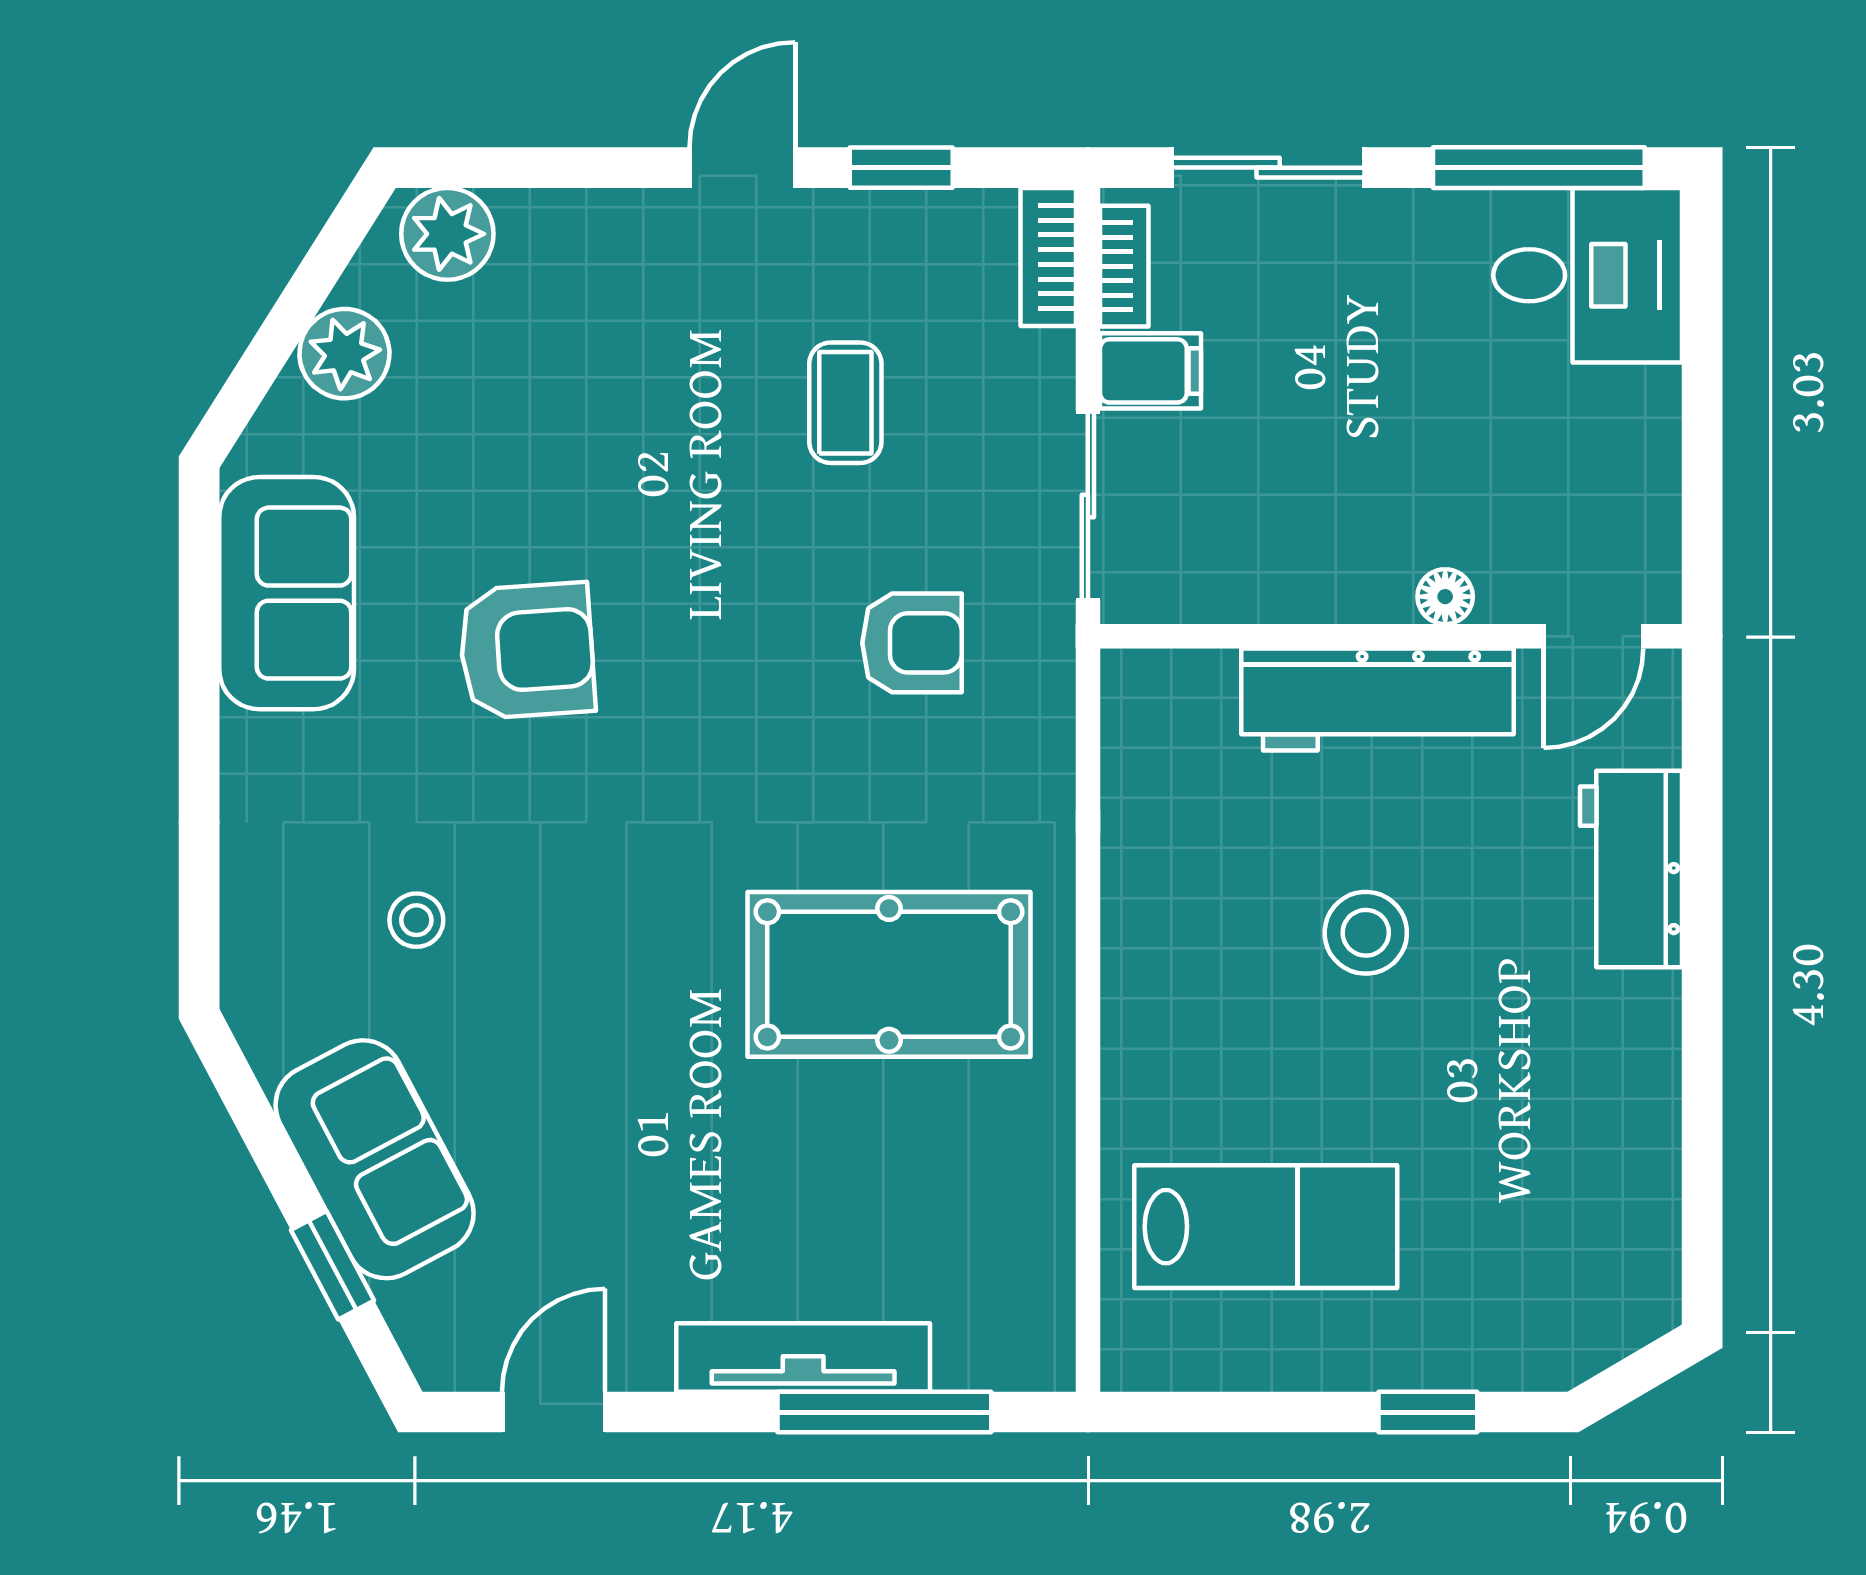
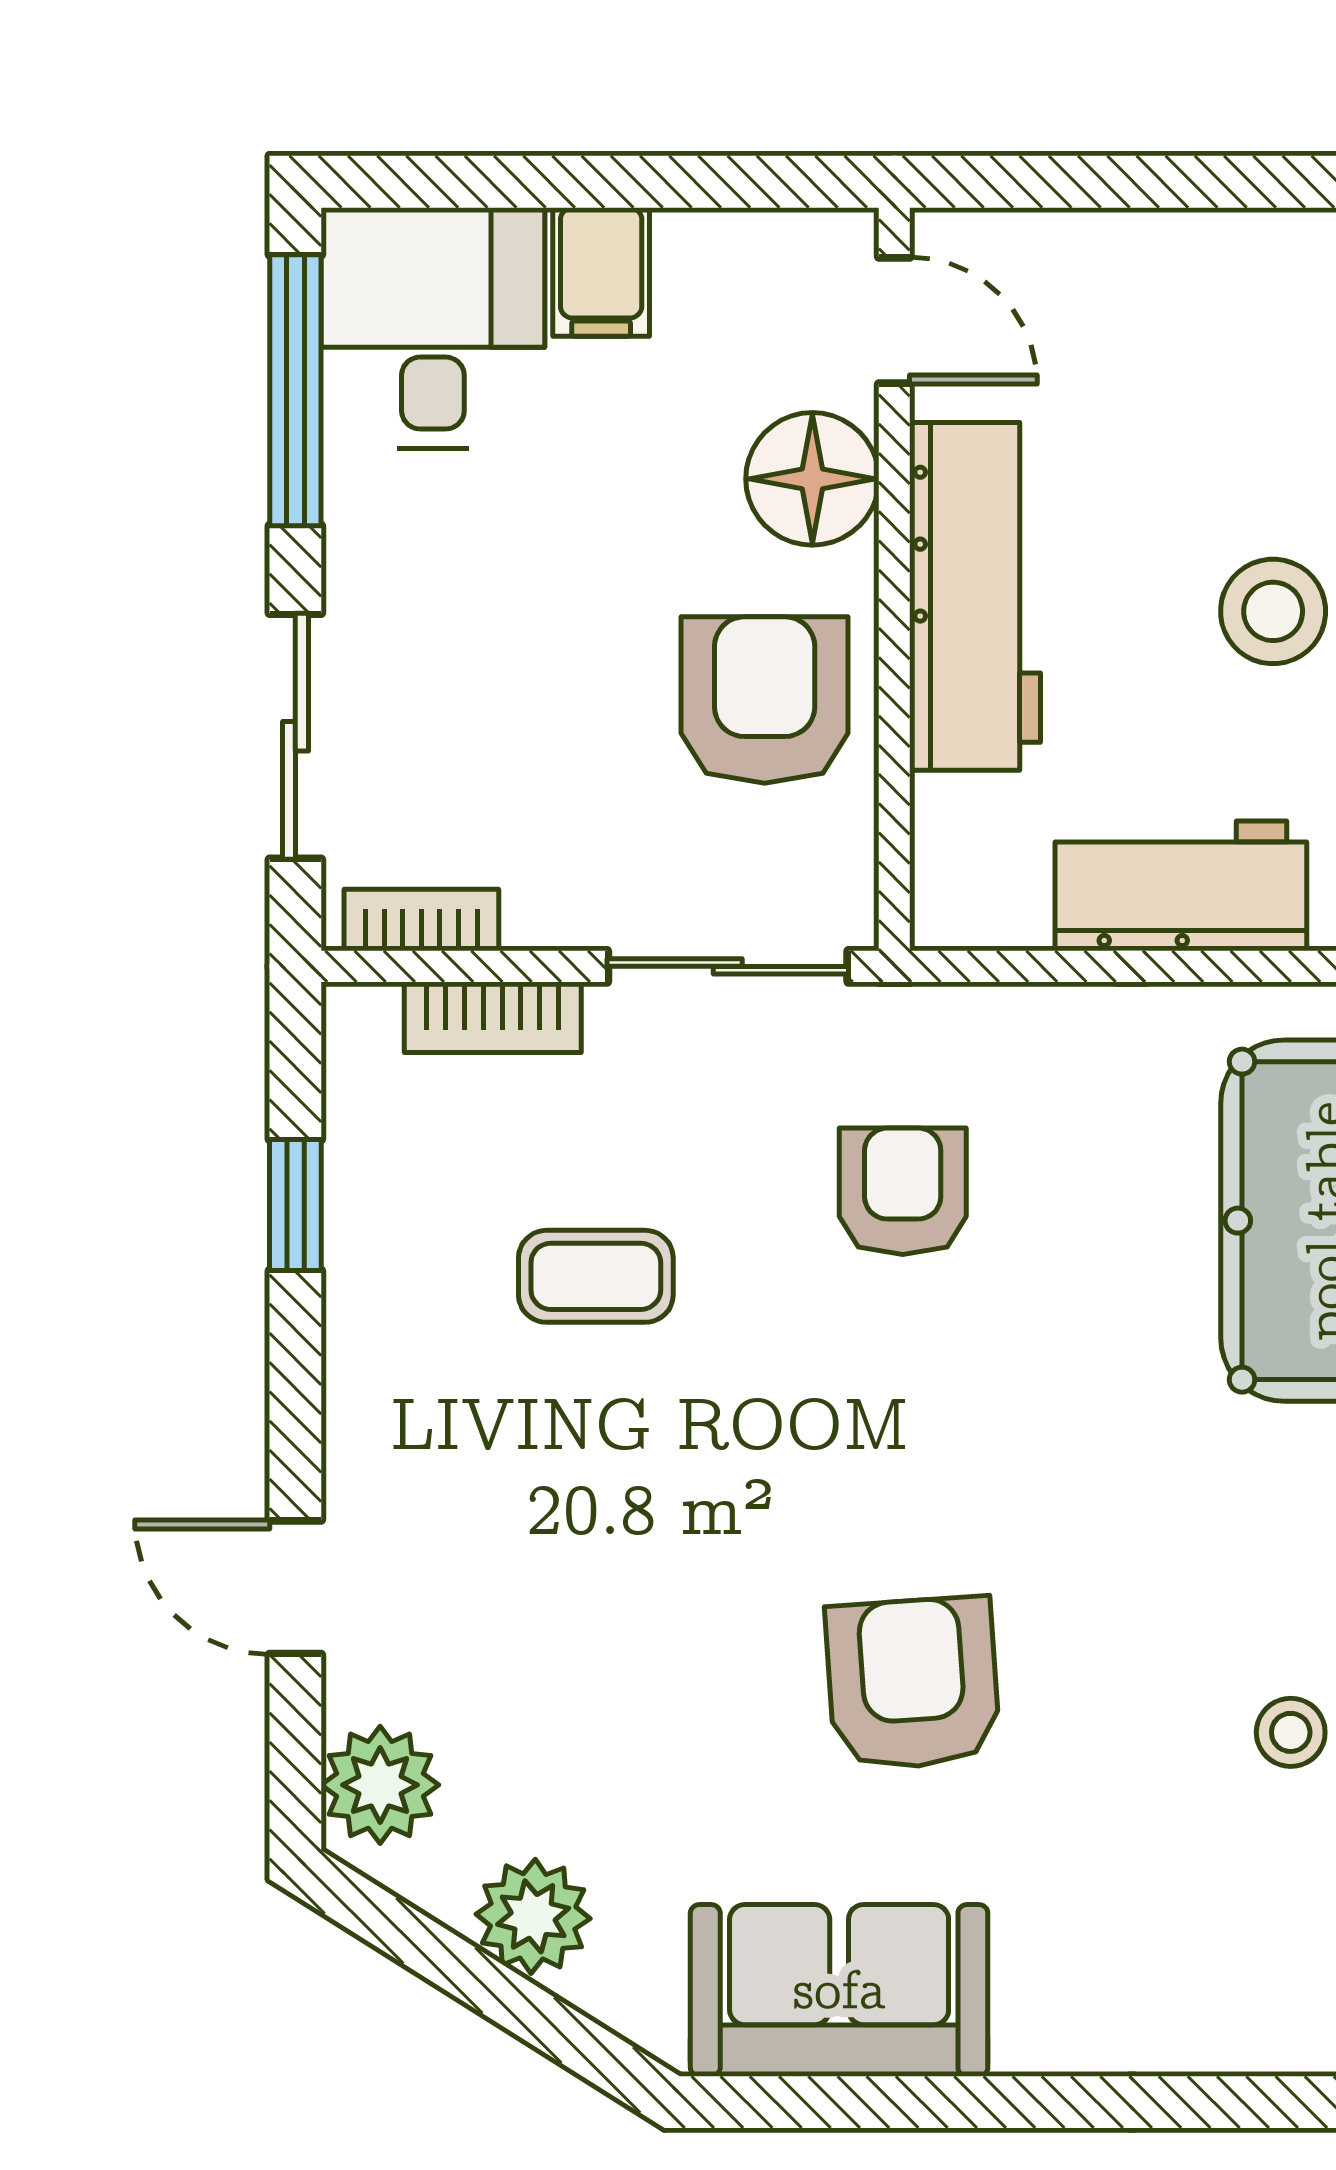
door: (742, 168) -> (295, 1587), moved
bookcase: (1048, 257) -> (493, 1017), moved
filing cabinet: (1150, 371) -> (601, 272), moved, turned 180
armchair: (1296, 535) -> (765, 700), added
floor lamp: (1445, 597) -> (812, 479), width x1.89, depth x1.89
workbench: (1631, 869) -> (1181, 886), moved, turned 180
stool: (416, 920) -> (1291, 1732), moved

